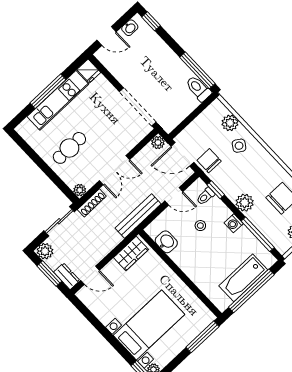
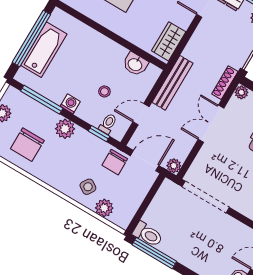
chair: (209, 161) -> (115, 162), turned 90

